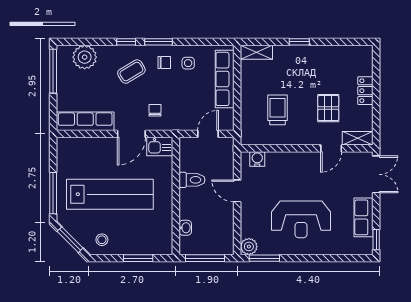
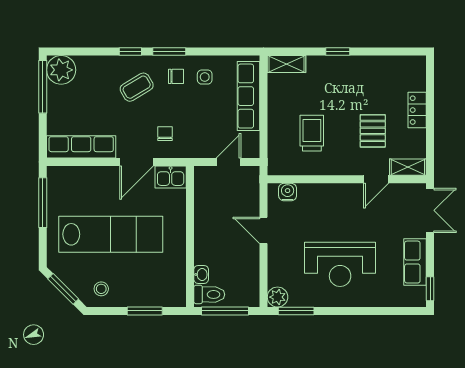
plant: (85, 57) -> (61, 70), moved
toilet: (192, 180) -> (209, 294), moved
window: (53, 193) -> (43, 203), moved

